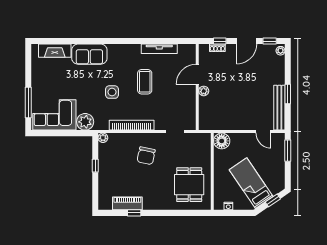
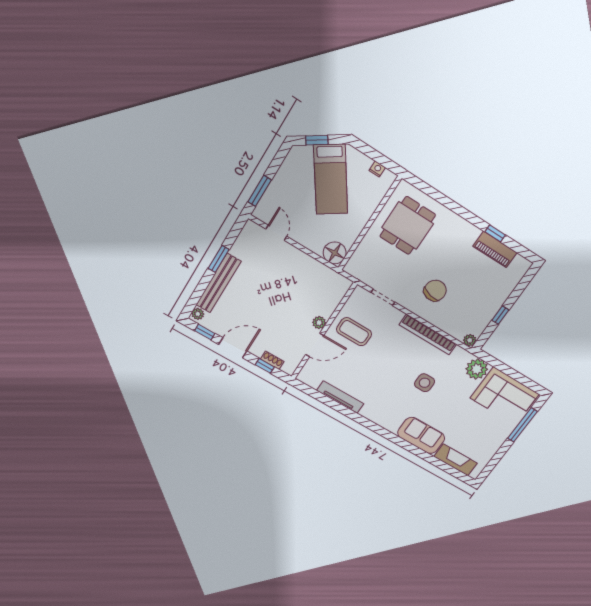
coffee table: (145, 82) -> (354, 332), moved, turned 90
bench: (279, 108) -> (218, 283), moved

